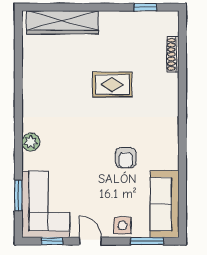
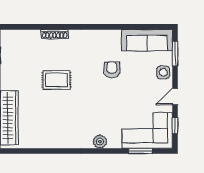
shoe rack: (173, 54) -> (55, 34), moved
rug: (112, 85) -> (56, 80), turned 90
armchair: (126, 158) -> (112, 70), turned -90

